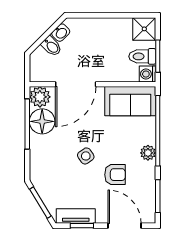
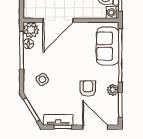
sofa: (130, 101) -> (107, 46), moved, turned 90
floor lamp: (42, 121) -> (28, 44), width x0.53, depth x0.53
plant: (148, 153) -> (113, 90), moved
side table: (86, 156) -> (42, 79), moved
armchair: (115, 175) -> (88, 89), turned -90

